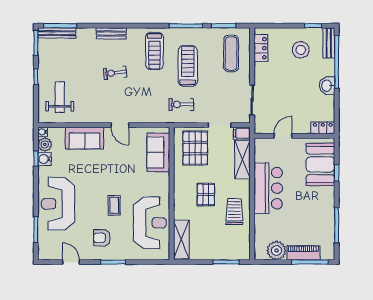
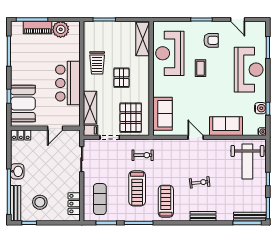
bench: (329, 43) -> (16, 203), width x1.36
weight bench: (60, 97) -> (247, 161), width x1.36, depth x1.33
plant: (45, 144) -> (260, 121), removed

